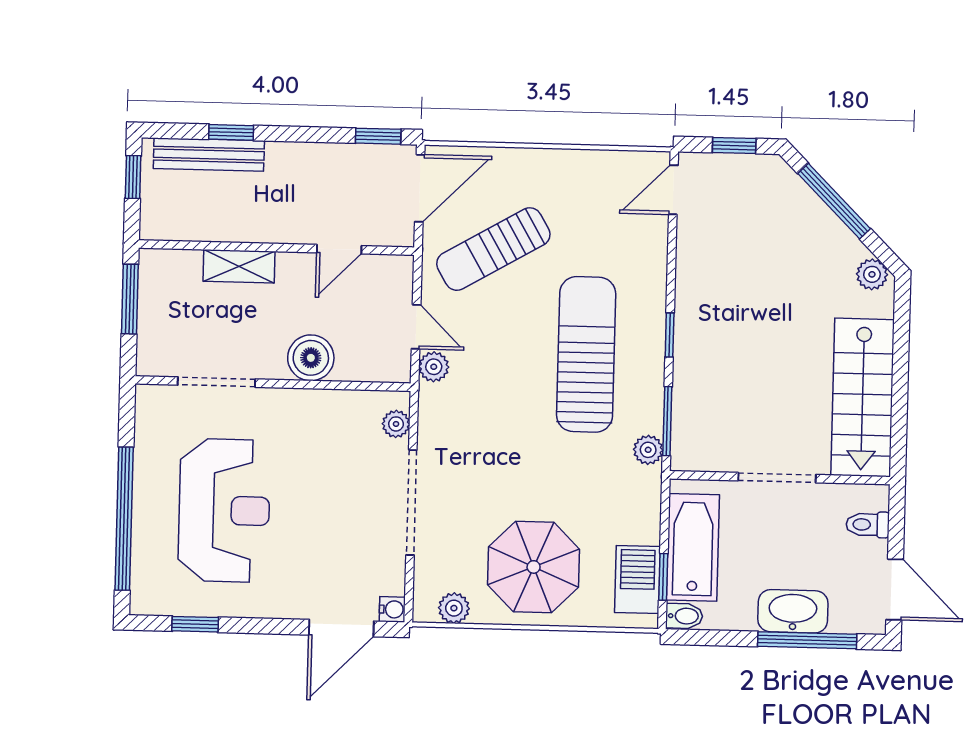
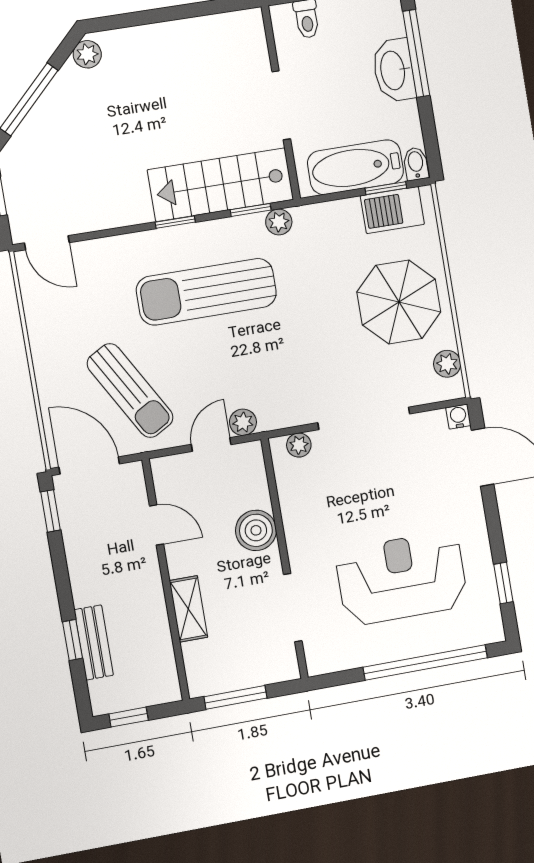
bench: (209, 155) -> (94, 642), width x0.73
stairs: (863, 397) -> (221, 185), moved, turned 180
window: (667, 421) -> (251, 210), width x0.67

